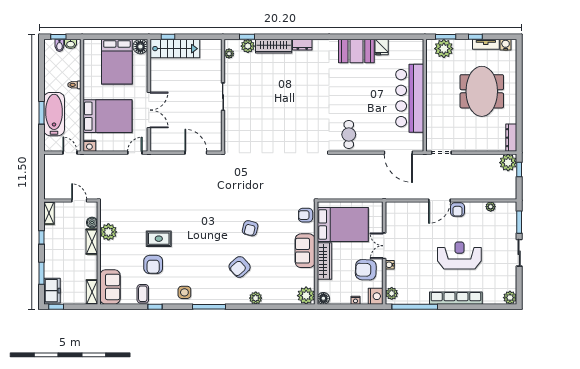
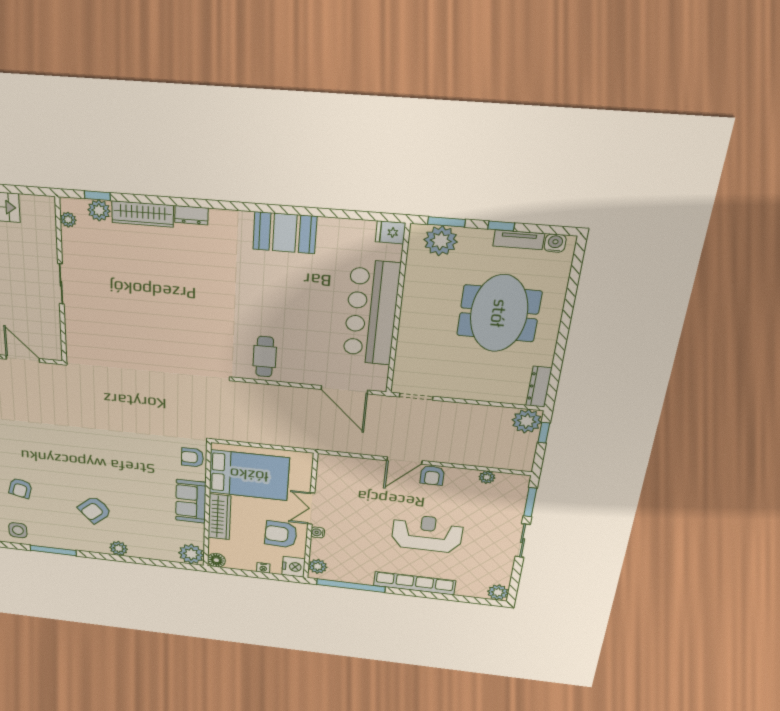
fridge: (382, 47) -> (390, 232), moved, turned 90
armchair: (250, 228) -> (20, 488), moved

